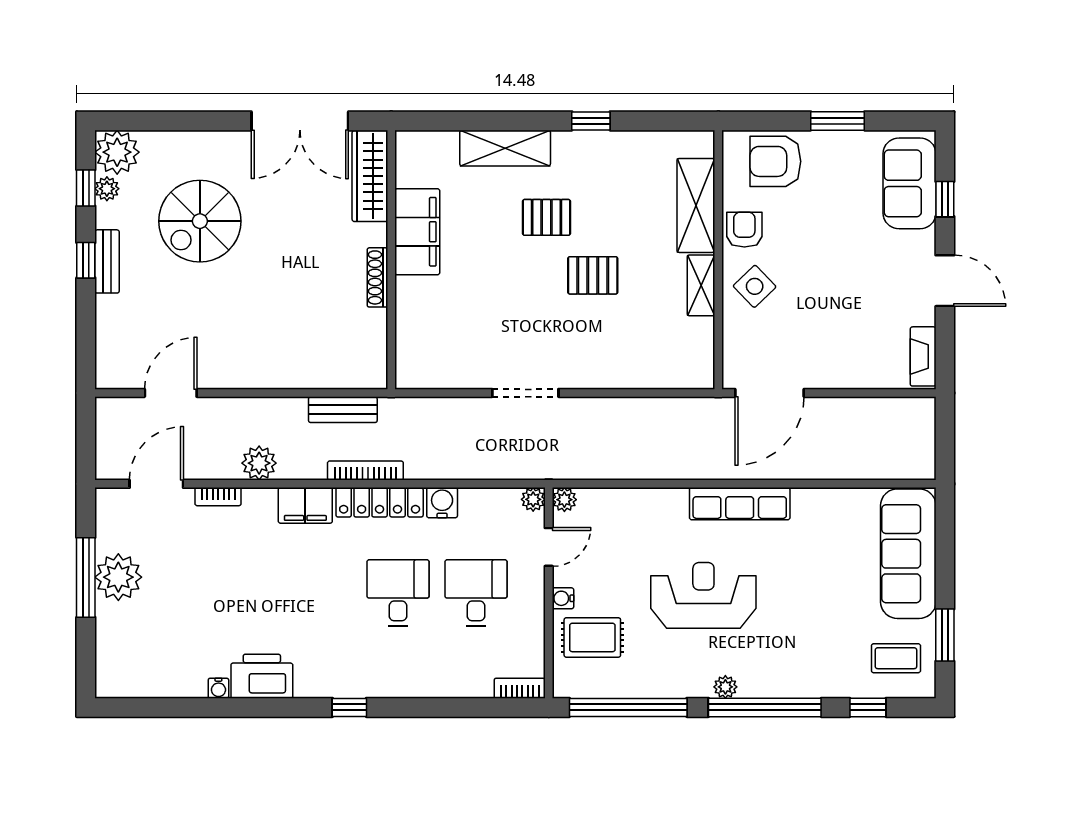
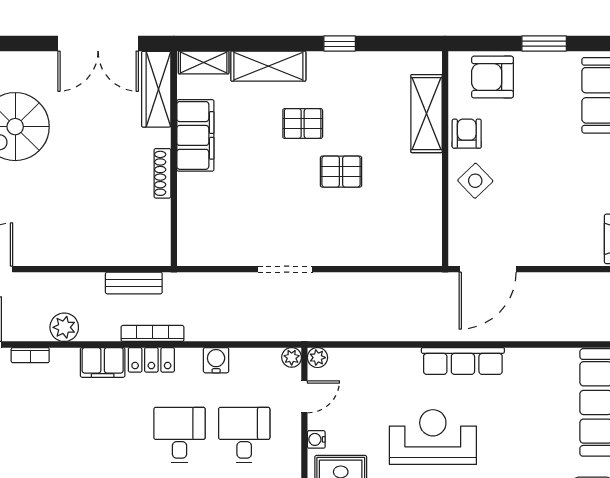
shelving: (701, 285) -> (204, 62), moved, turned 90
locker: (380, 502) -> (151, 360), width x0.66

